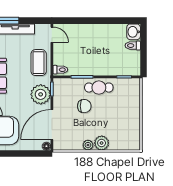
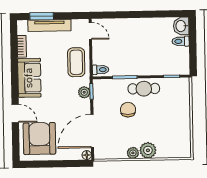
plant: (41, 94) -> (84, 92), width x0.53, depth x0.53
chair: (84, 106) -> (128, 110), turned -90

